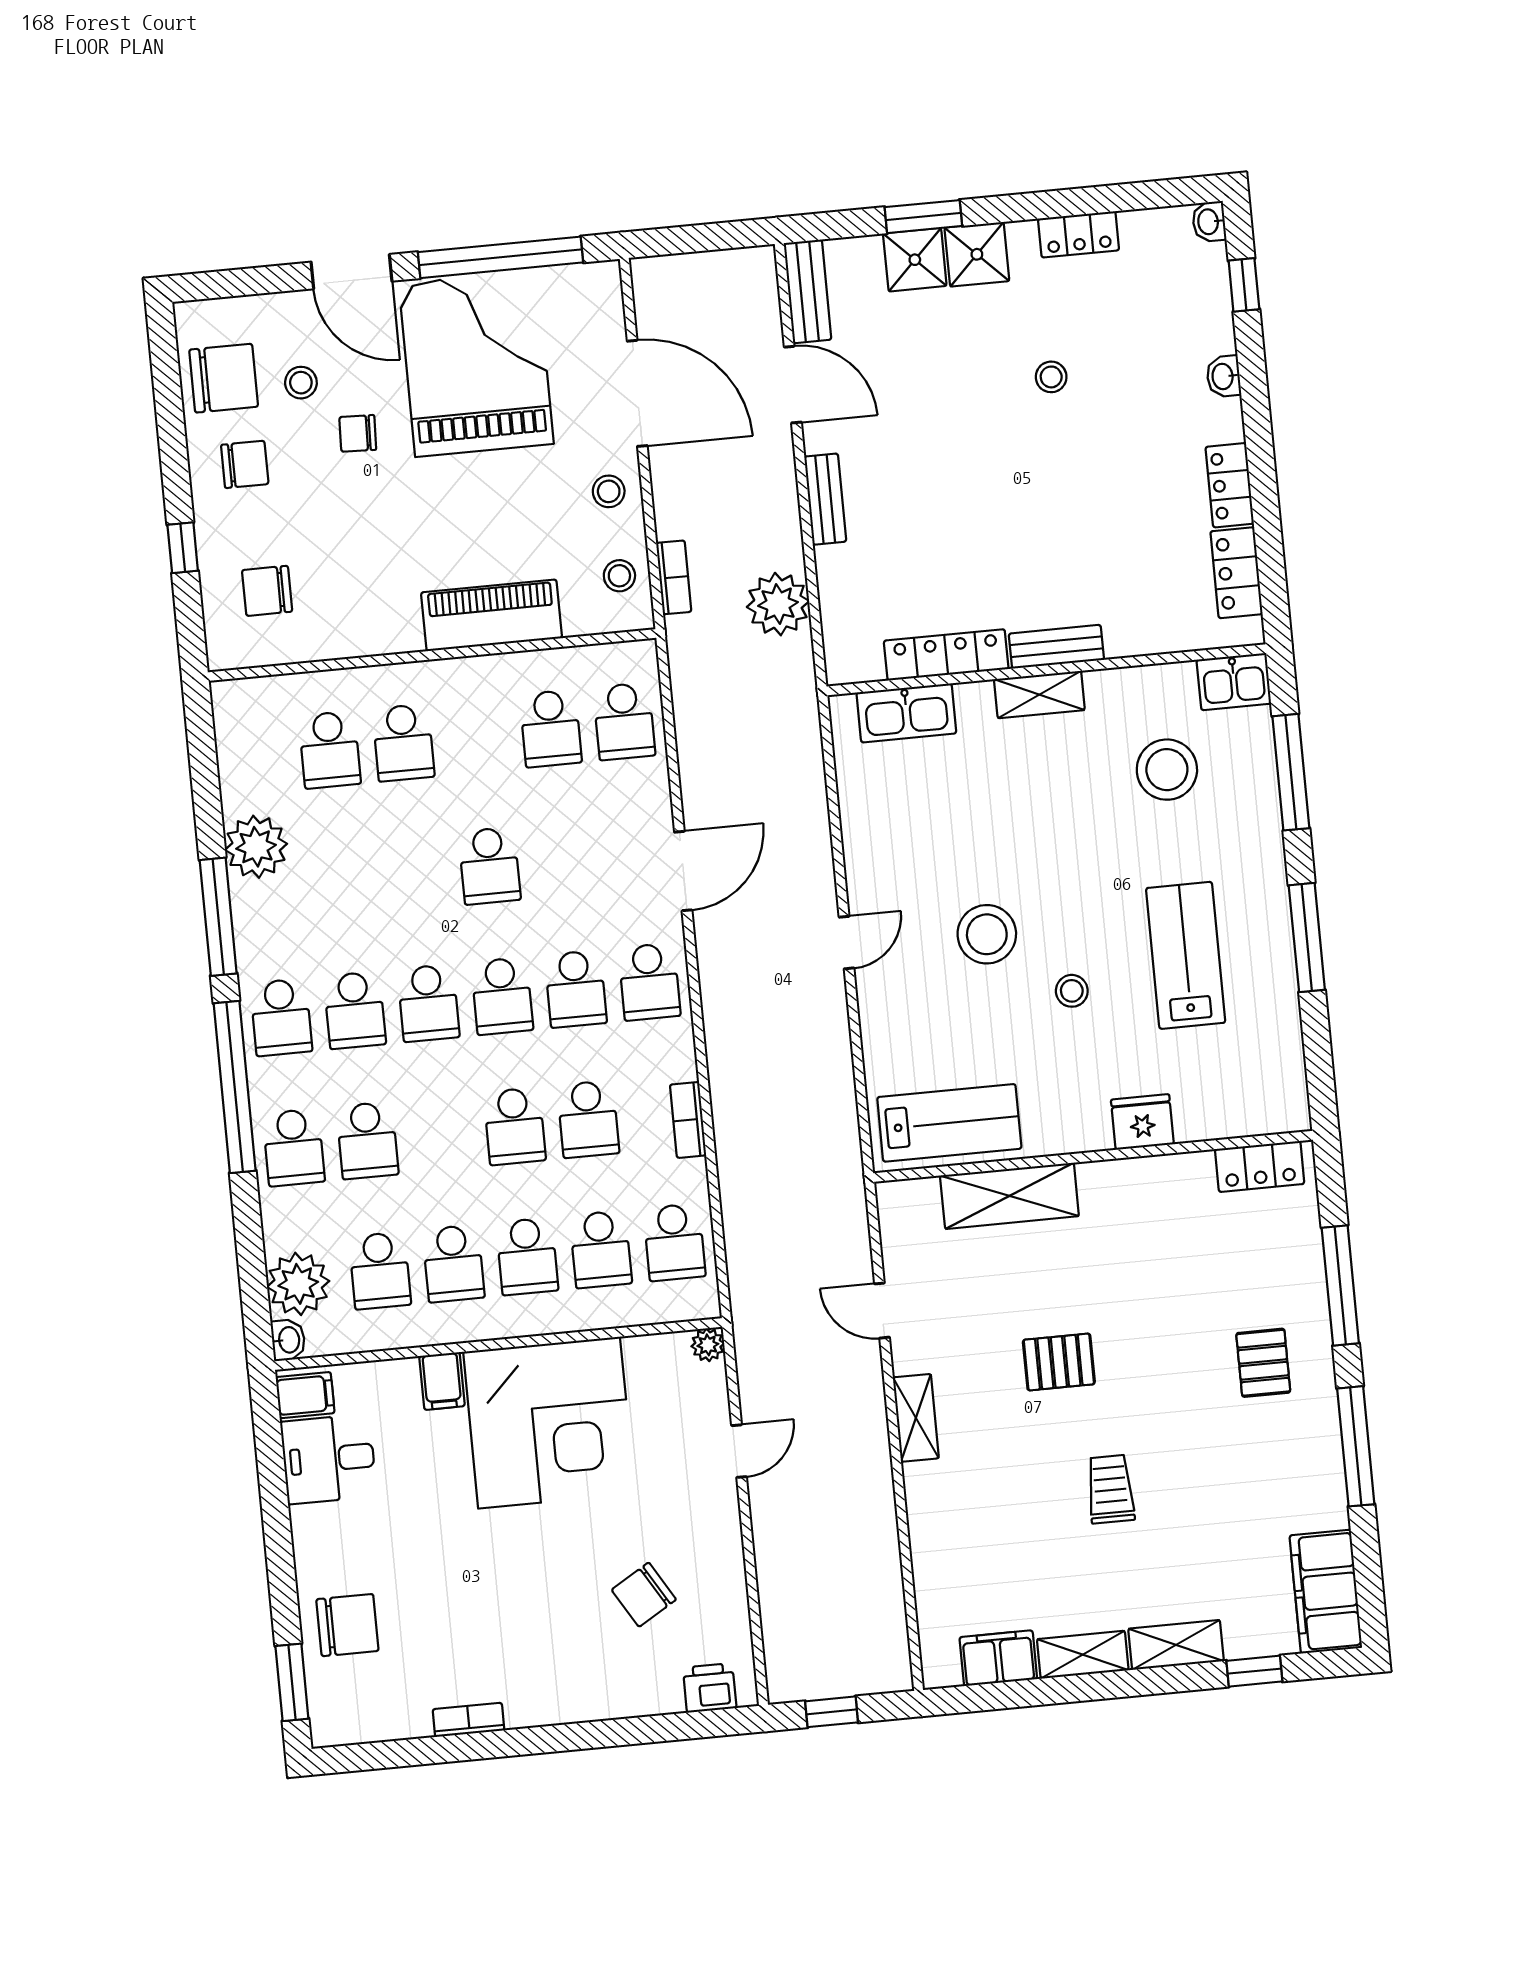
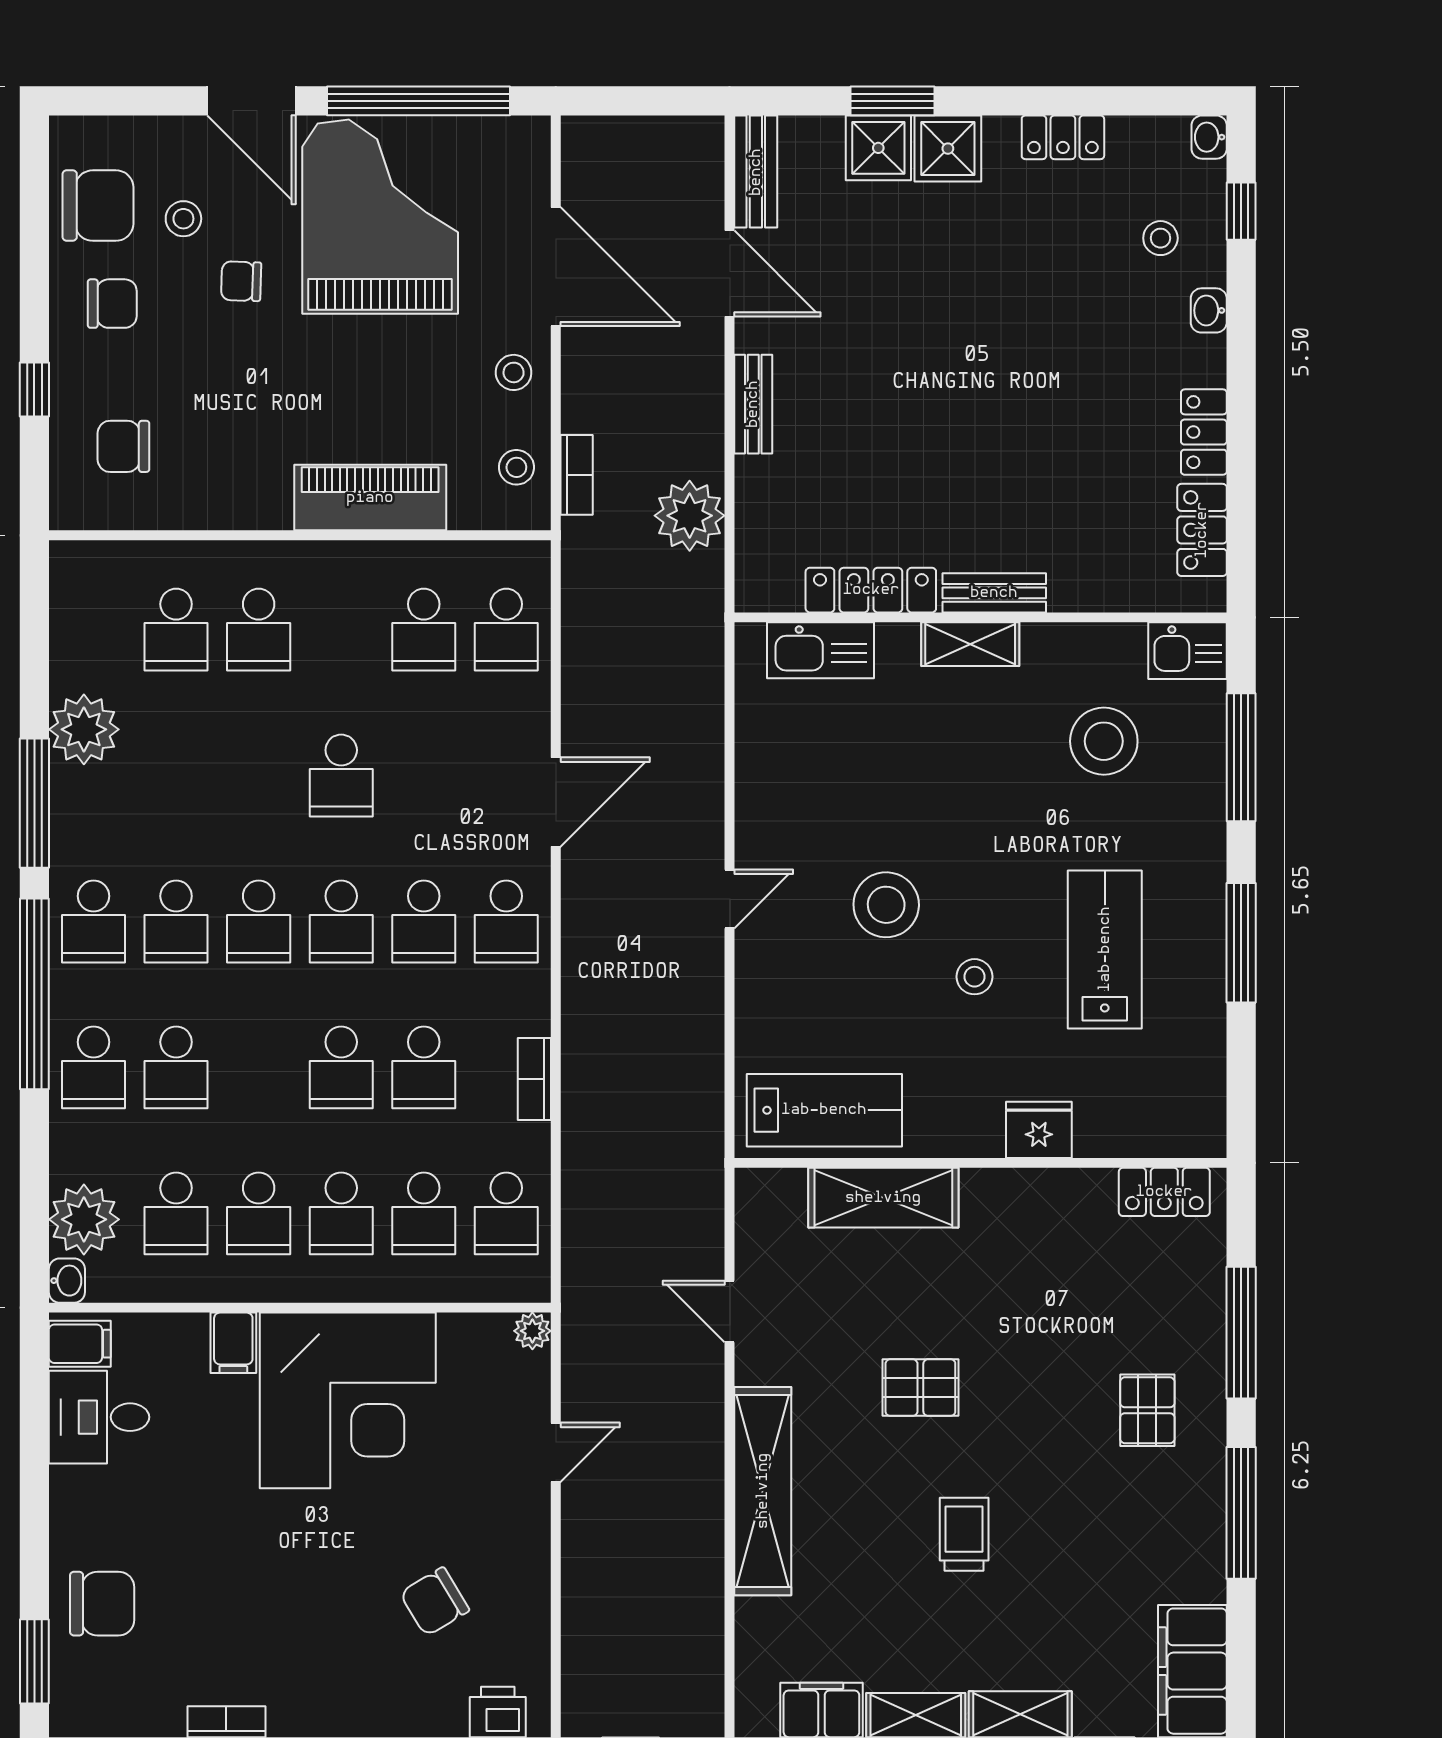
stool: (1051, 377) -> (1160, 238), moved
shelving: (916, 1418) -> (763, 1491), width x2.20, depth x1.33

